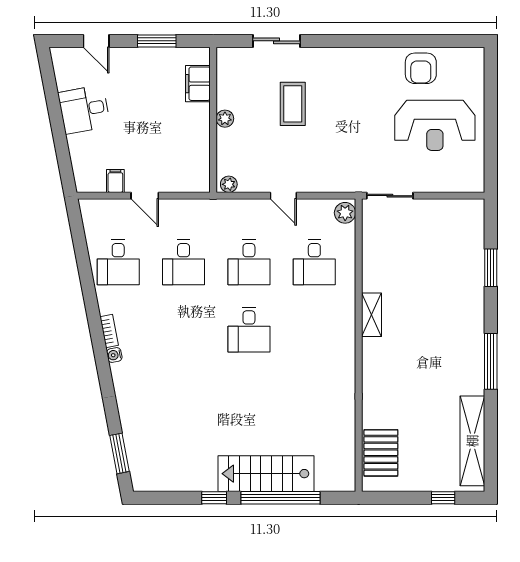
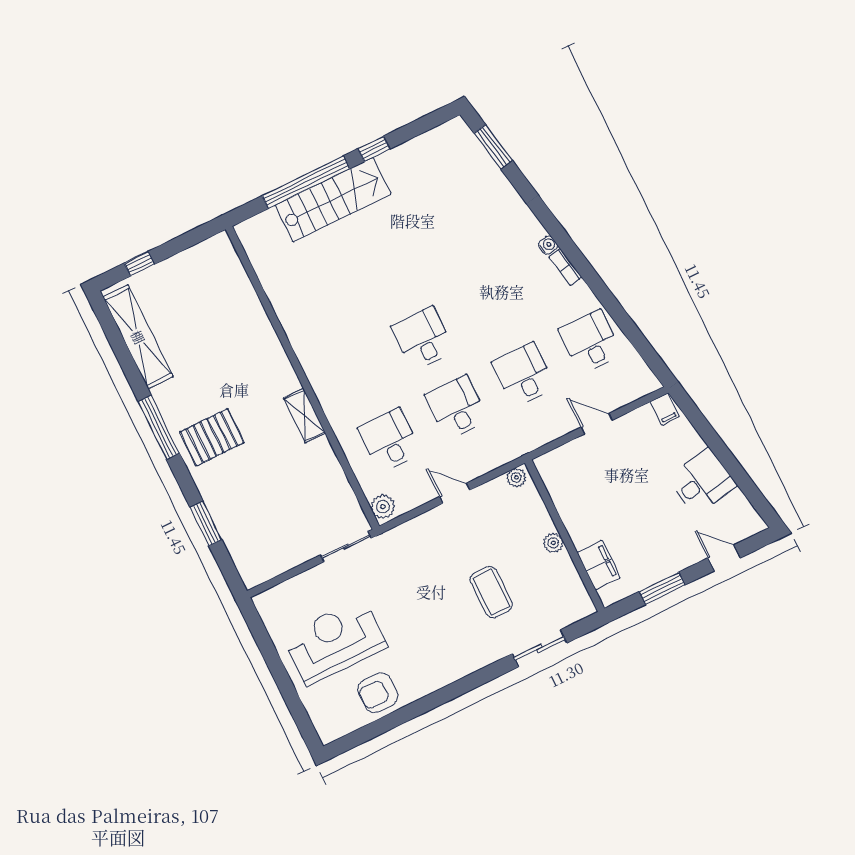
armchair: (421, 68) -> (378, 693), turned -90
filing cabinet: (115, 181) -> (665, 409), moved
pallet: (381, 453) -> (212, 437), moved, turned 90

